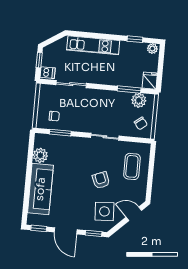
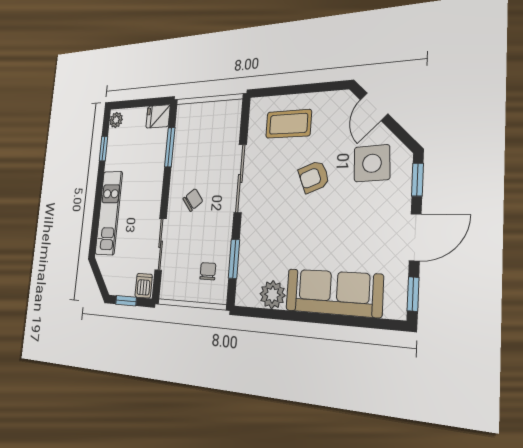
plant: (139, 100) -> (185, 129), removed
chair: (141, 123) -> (193, 200), moved
sliding door: (105, 137) -> (240, 178), width x1.37

